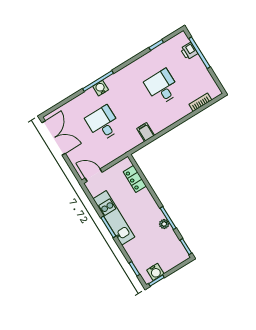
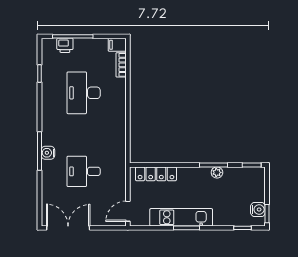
desk: (162, 87) -> (84, 93), width x1.37
filing cabinet: (146, 132) -> (117, 45), moved
locker: (135, 179) -> (156, 174), width x1.53

